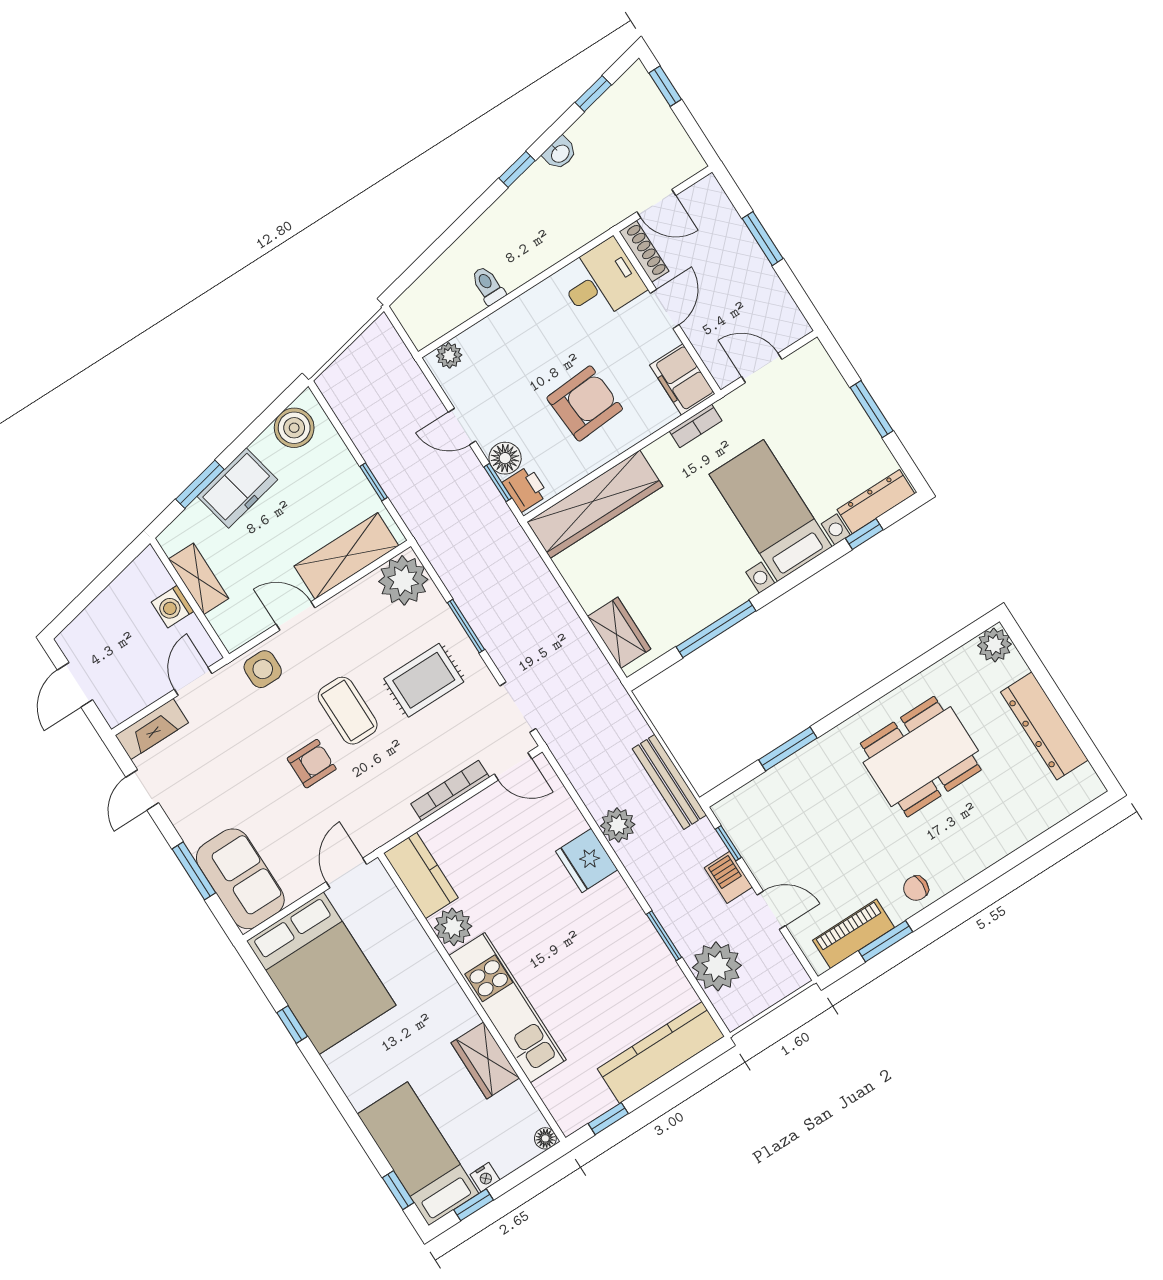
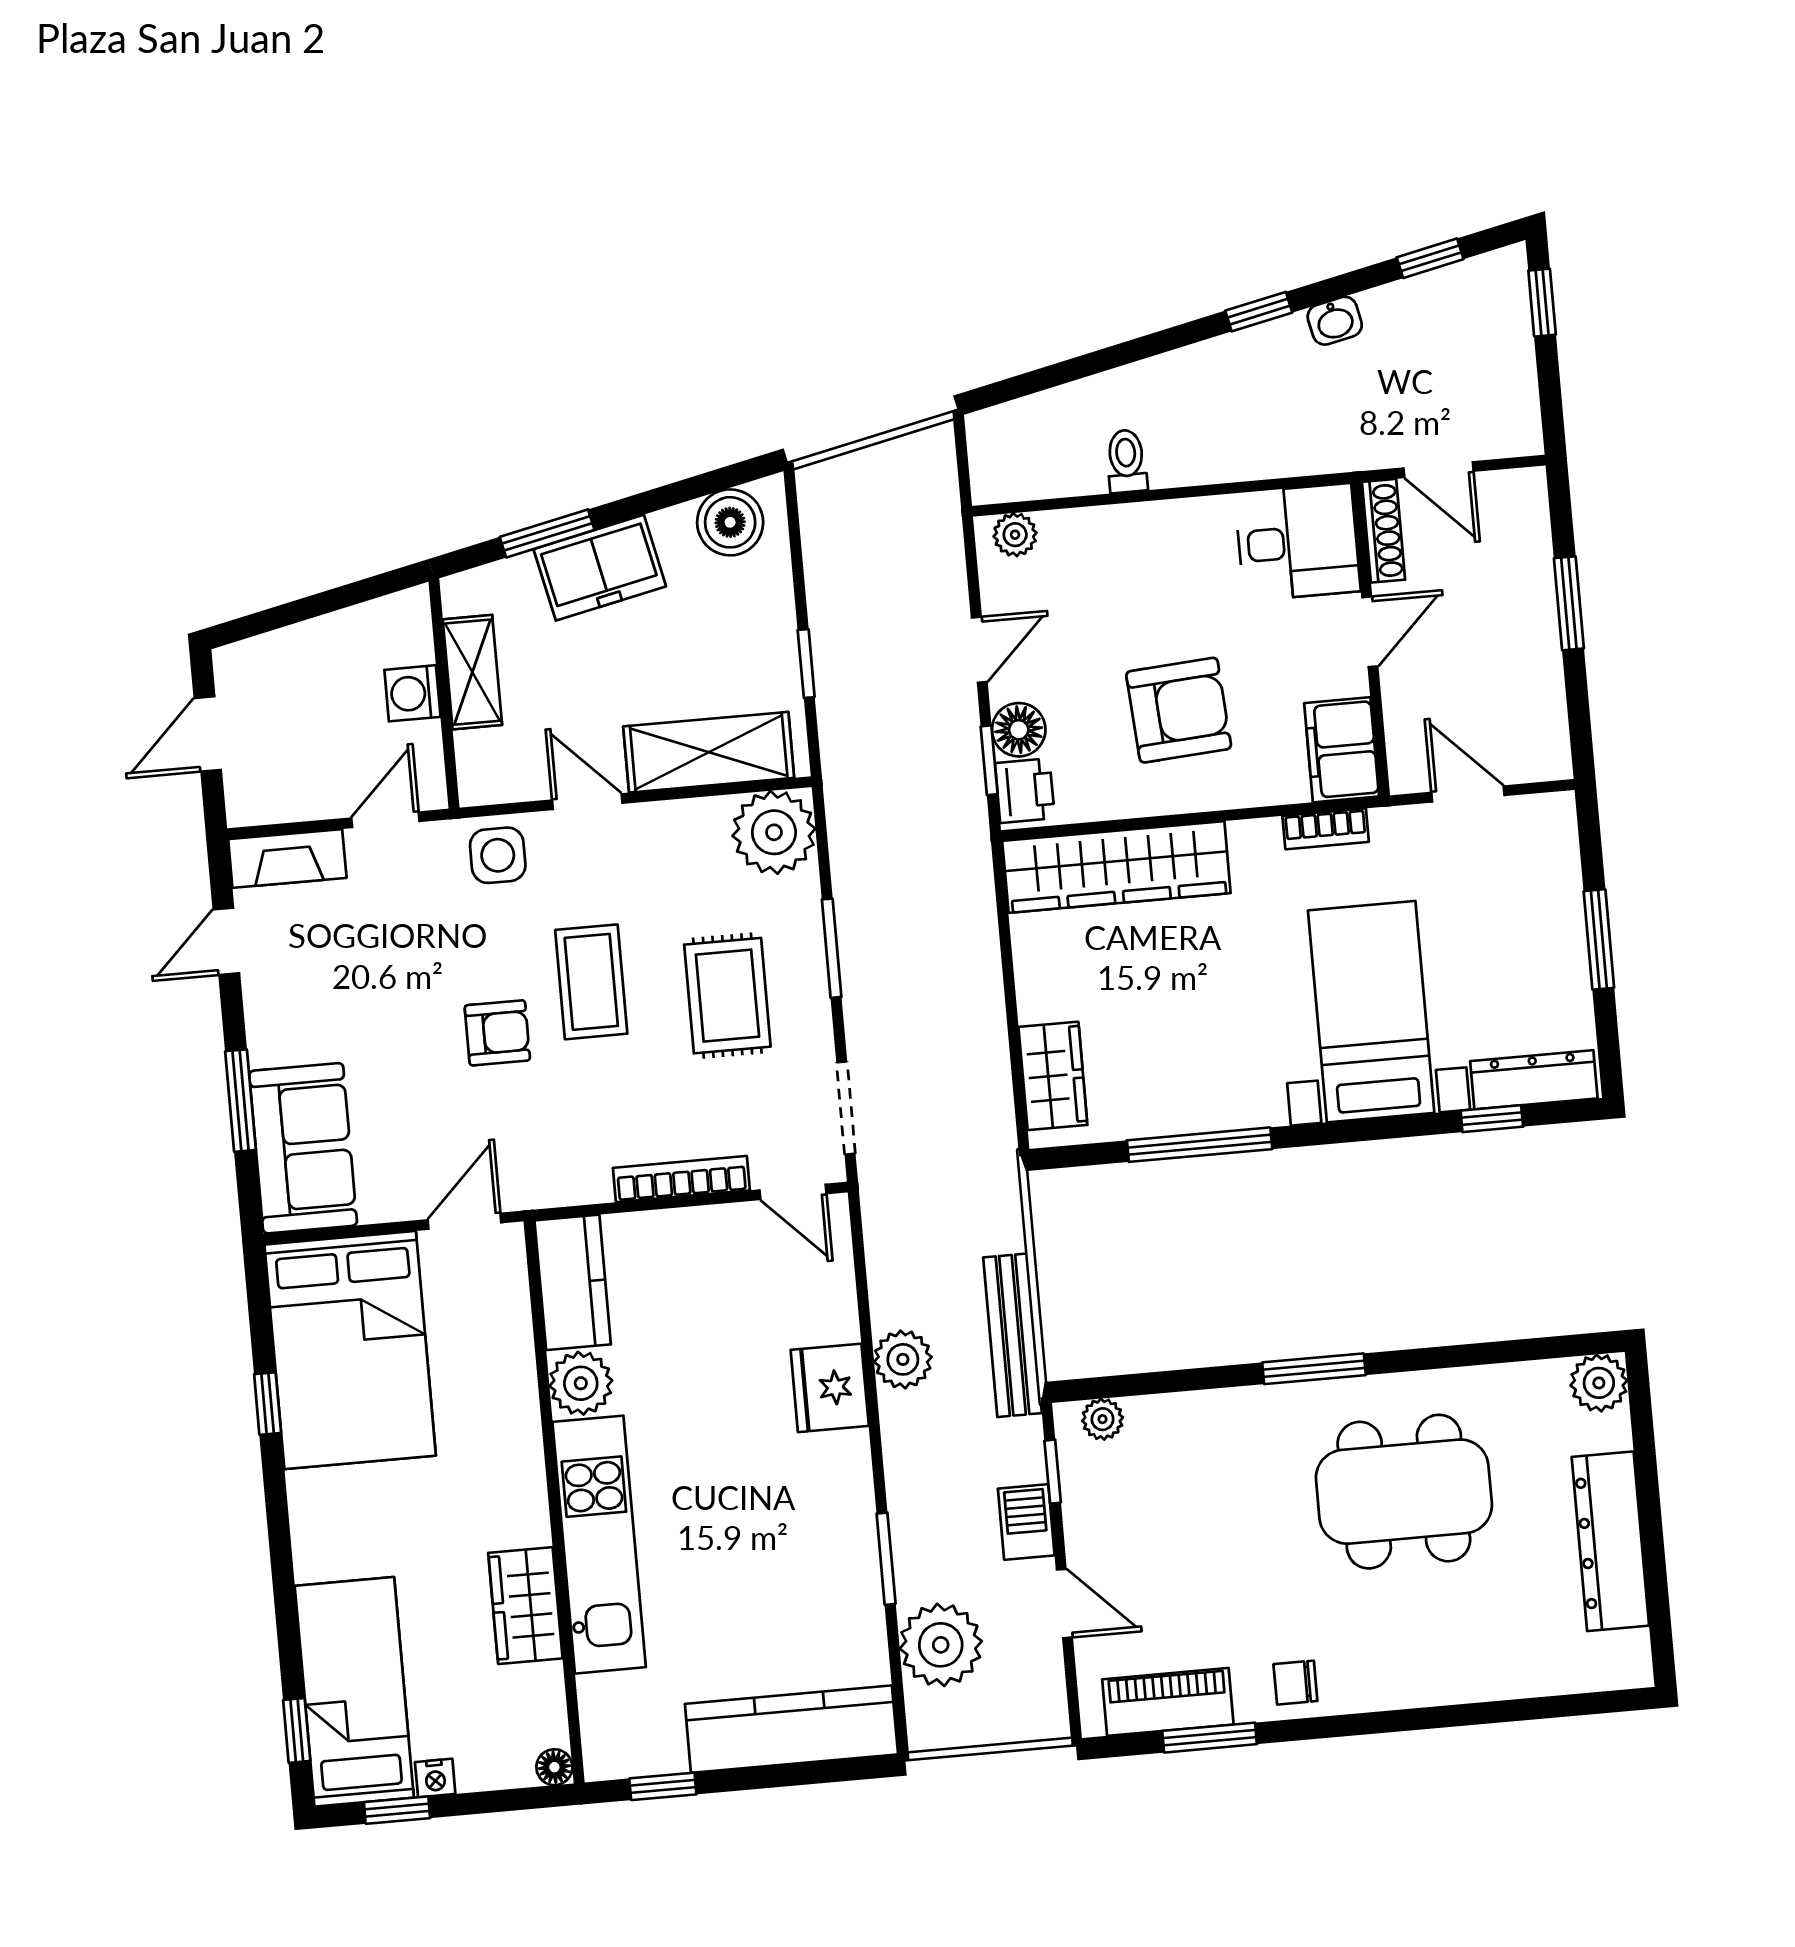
door: (462, 427) -> (979, 650), swing flipped
rug: (424, 680) -> (727, 996), turned 90
window: (788, 749) -> (1314, 1369), moved
plant: (740, 802) -> (1103, 1419), added

